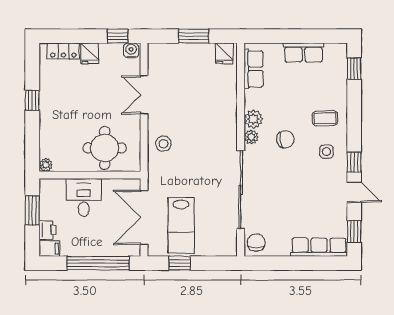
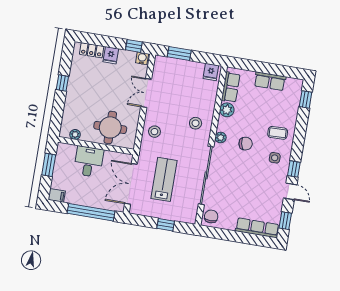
window: (194, 36) -> (179, 54), moved
plant: (253, 119) -> (227, 110), moved
stool: (215, 124) -> (196, 123), added
plant: (46, 165) -> (75, 134), moved
lab bench: (181, 226) -> (164, 179), moved, turned 180
printer: (48, 230) -> (58, 181), removed
window: (180, 263) -> (166, 225), moved

